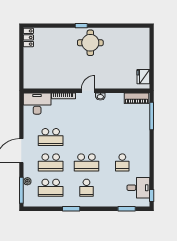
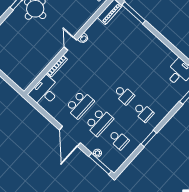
school desk: (86, 162) -> (124, 95), width x0.54
school desk: (122, 162) -> (149, 67), removed
school desk: (51, 188) -> (119, 140), width x0.54

